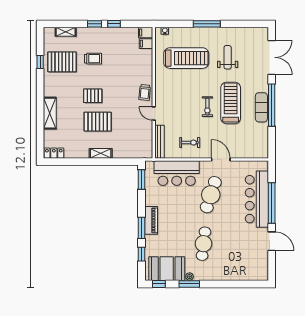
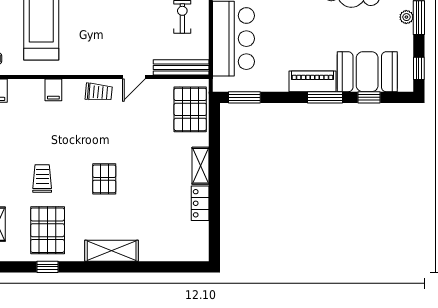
filing cabinet: (146, 44) -> (53, 90), moved
shelving: (50, 113) -> (112, 251), moved
pallet: (98, 122) -> (190, 109), moved
locker: (54, 153) -> (200, 203), moved
booth: (167, 269) -> (367, 72), moved, turned 90

